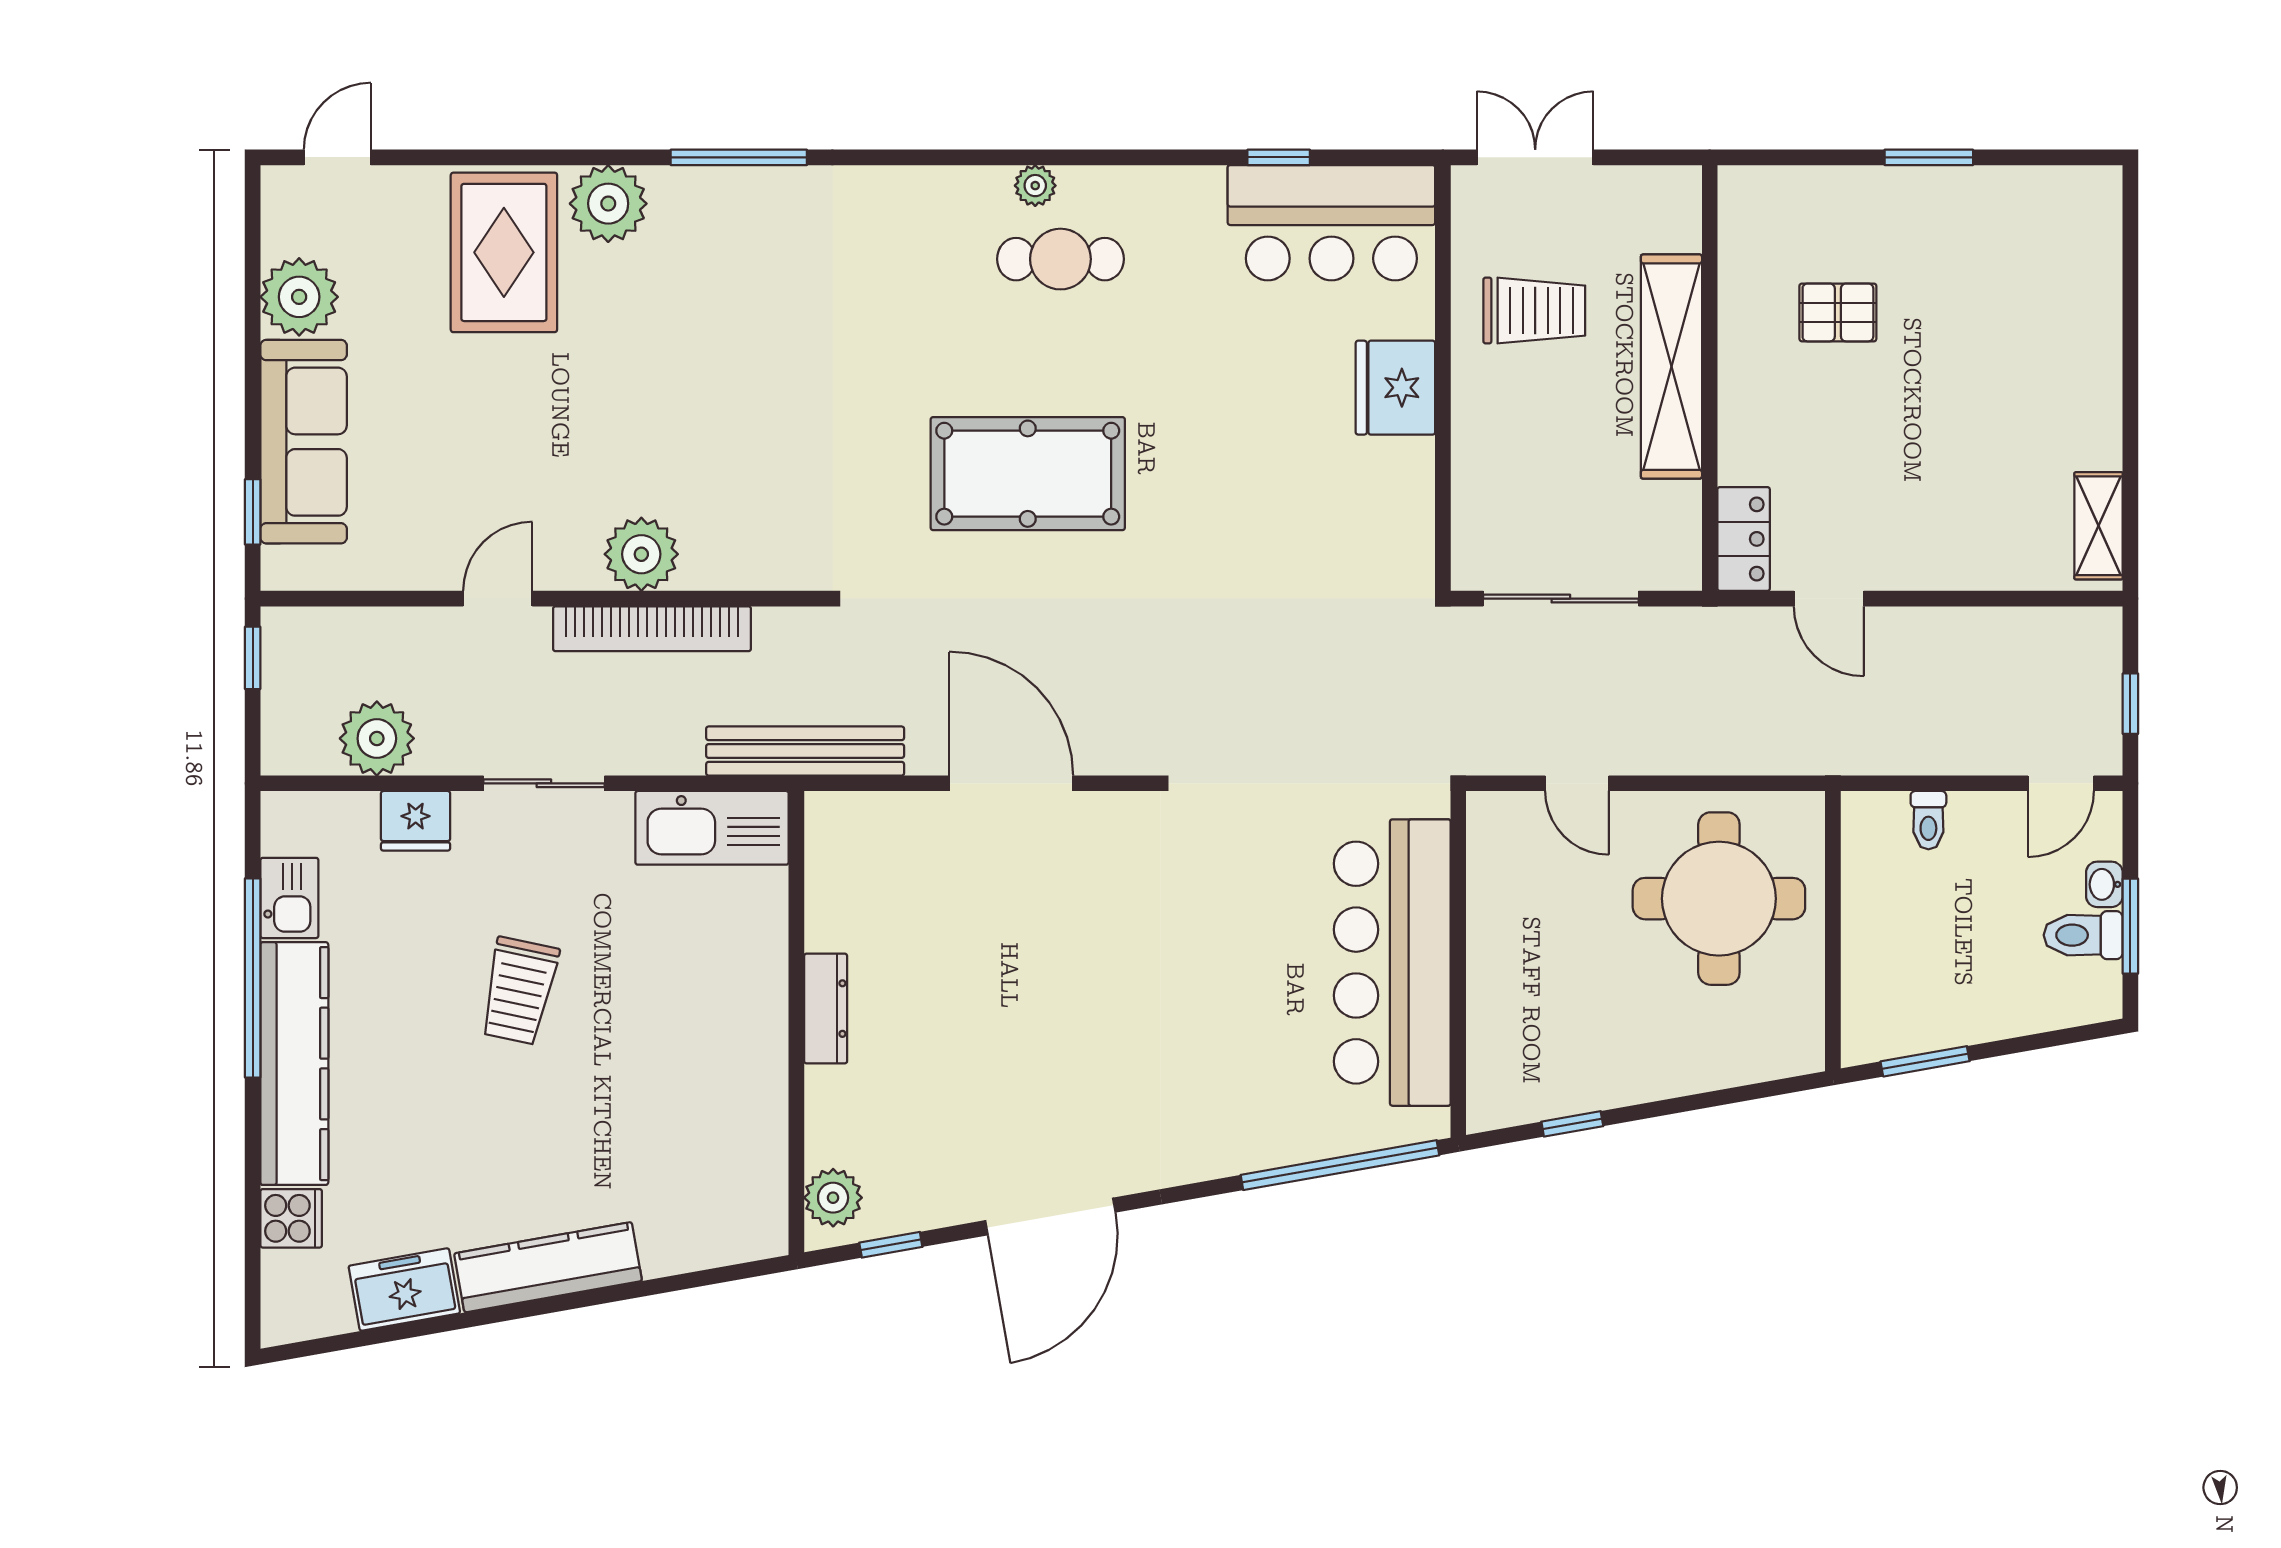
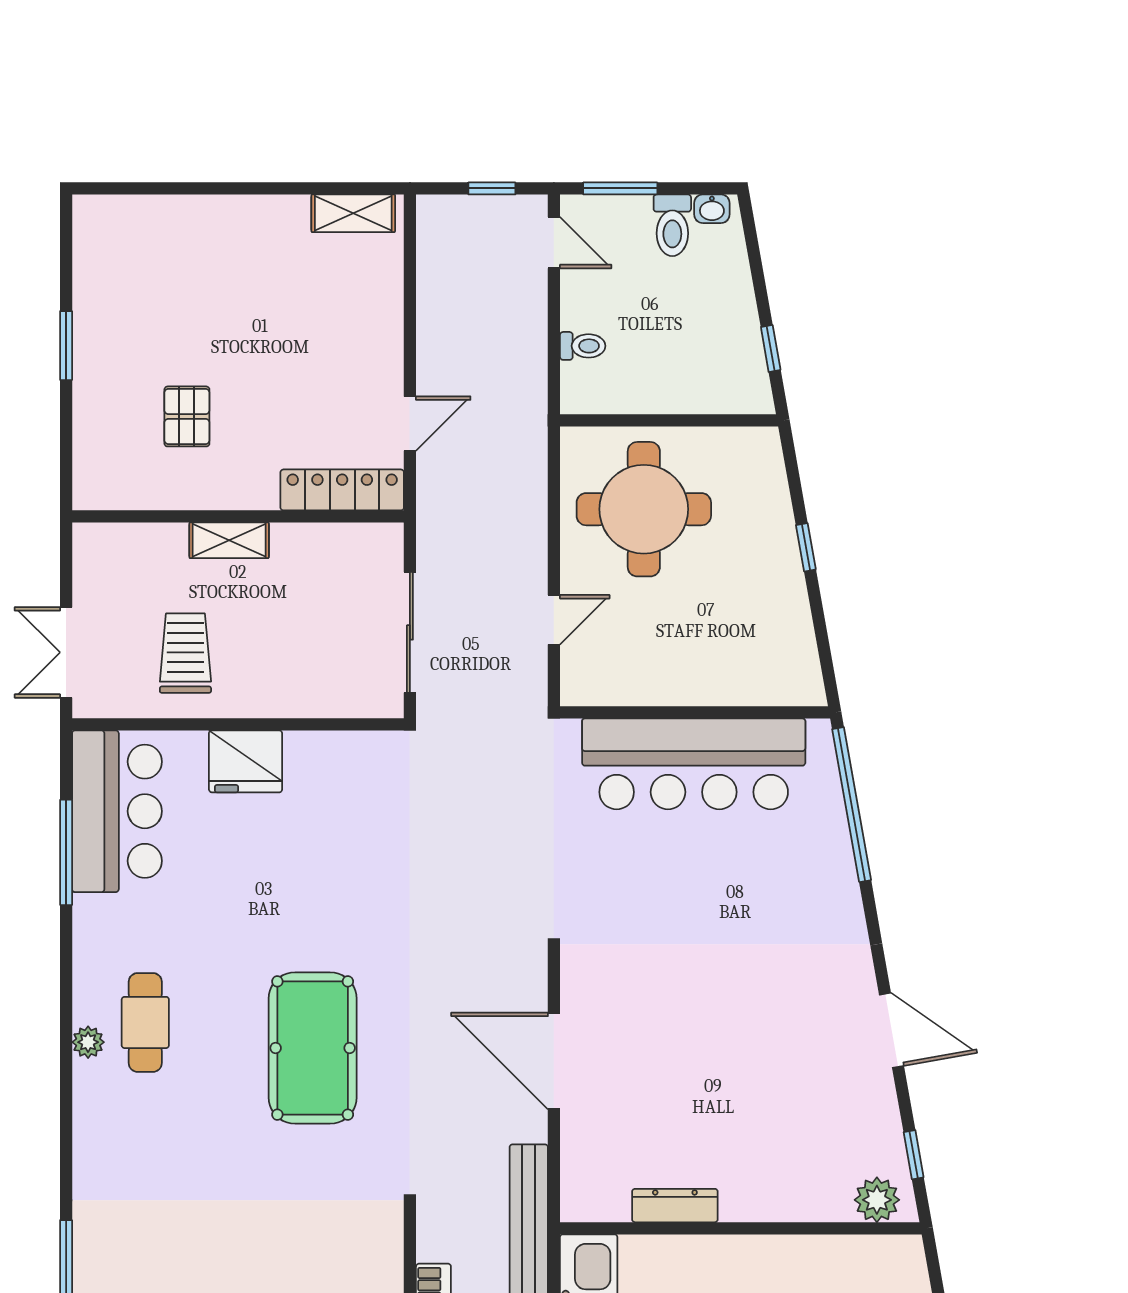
window: (1279, 157) -> (66, 852), width x2.17
shelving: (1671, 367) -> (229, 540), width x0.45, depth x0.75
locker: (1744, 539) -> (342, 490), width x1.53
door: (1011, 783) -> (554, 1061), hinge flipped
washbasin: (2104, 884) -> (712, 209), moved
window: (2130, 926) -> (620, 188), moved
dresser: (826, 1009) -> (675, 1206), moved
window: (1925, 1061) -> (771, 349), width x0.67
window: (1572, 1124) -> (806, 547), moved
door: (1050, 1216) -> (892, 1030), width x0.73

